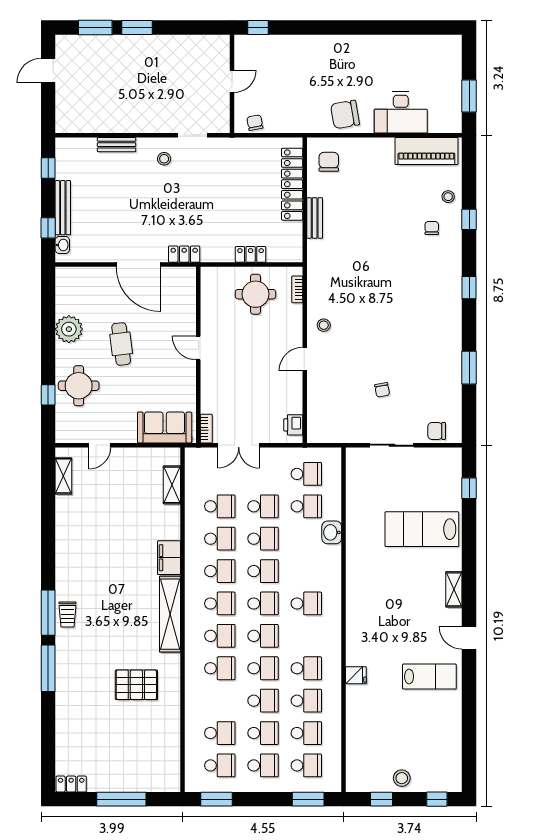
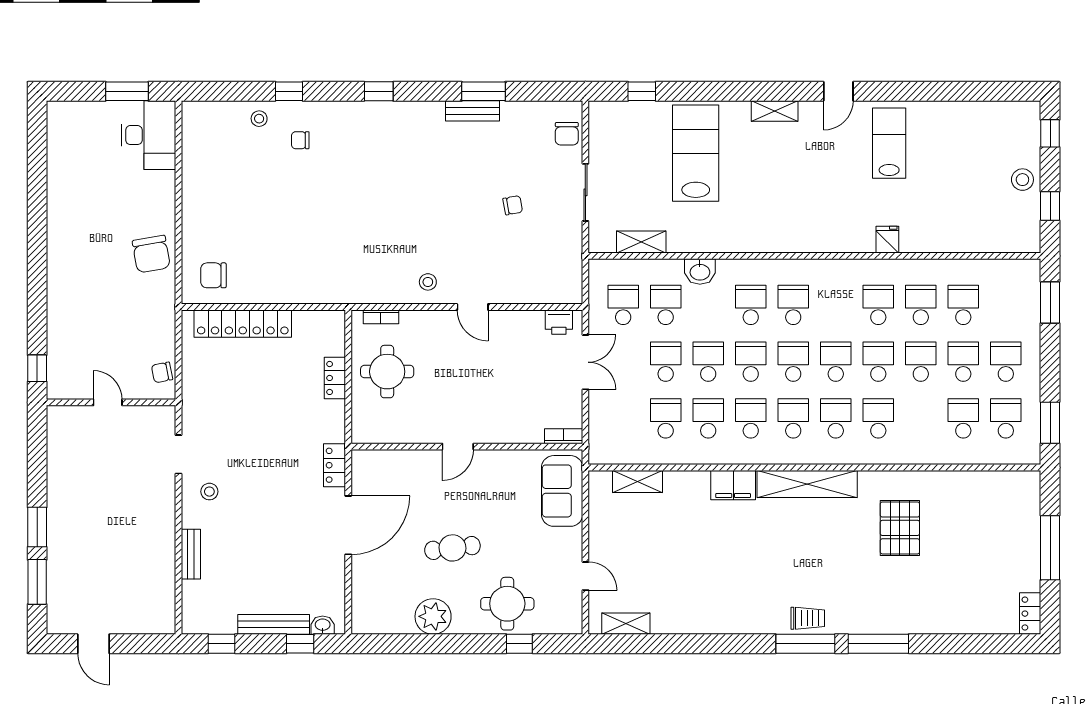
desk: (401, 112) -> (149, 135), moved
piano: (426, 151) -> (199, 147), removed
bench: (315, 218) -> (472, 111), moved
double door: (239, 445) -> (585, 362), moved
shelving: (354, 488) -> (641, 242), added
lab bench: (422, 529) -> (696, 153), turned 180
school desk: (306, 765) -> (751, 305), moved

